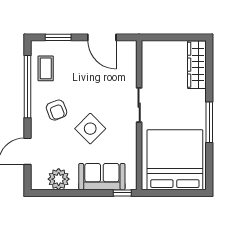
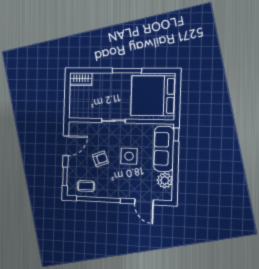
wardrobe: (197, 65) -> (81, 79), width x0.67
armchair: (57, 110) -> (100, 159), moved
side table: (90, 129) -> (129, 156), turned 45
sofa: (102, 177) -> (164, 149), width x1.36

